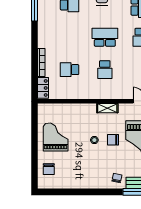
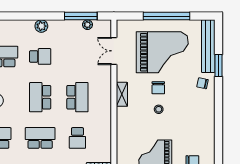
school desk: (70, 37) -> (40, 138), added
school desk: (105, 70) -> (77, 97), width x1.85

